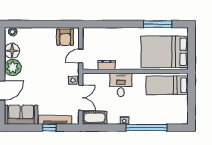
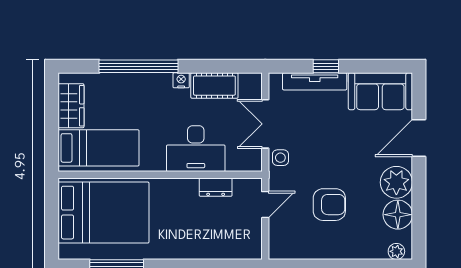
armchair: (65, 37) -> (329, 205), moved, turned 90
desk: (121, 85) -> (196, 149), width x1.37
wardrobe: (181, 107) -> (71, 106), added
cot: (95, 118) -> (214, 86), moved

